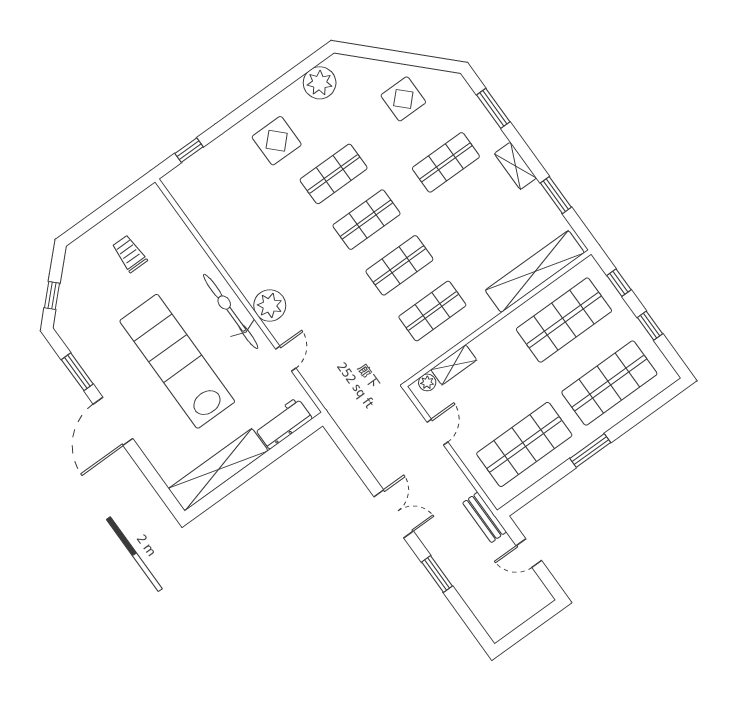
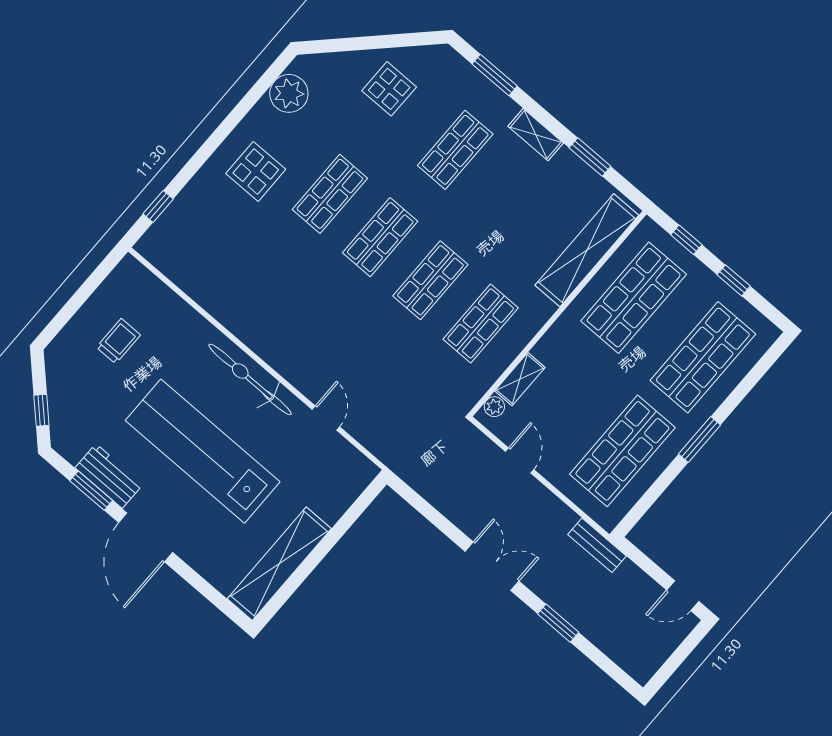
trolley: (129, 254) -> (118, 341), turned 90
plant: (270, 305) -> (293, 362), removed
workbench: (283, 423) -> (109, 476), moved, turned 90
door: (529, 553) -> (683, 596), moved

